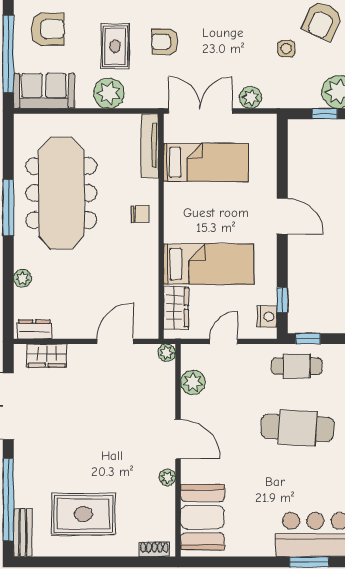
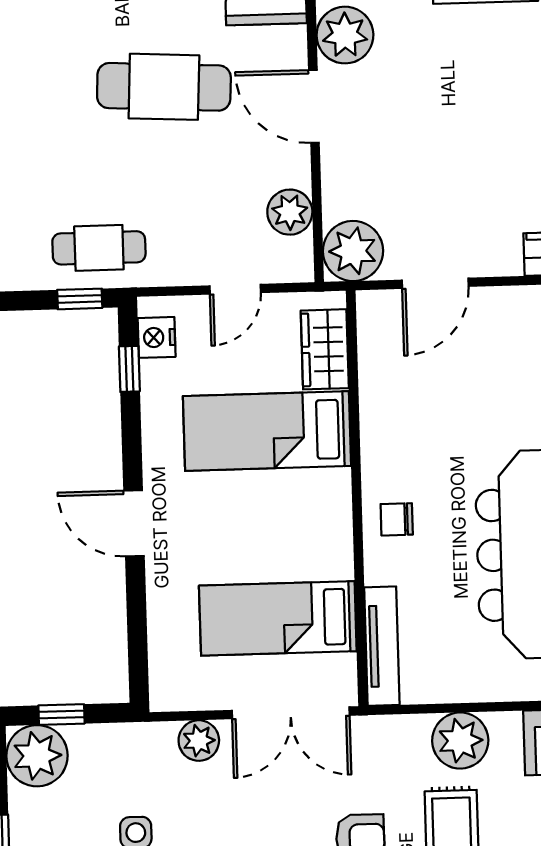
plant: (167, 353) -> (353, 251), width x1.88, depth x1.88
cafe table: (297, 428) -> (164, 87), moved
plant: (167, 477) -> (345, 35), width x1.88, depth x1.88

